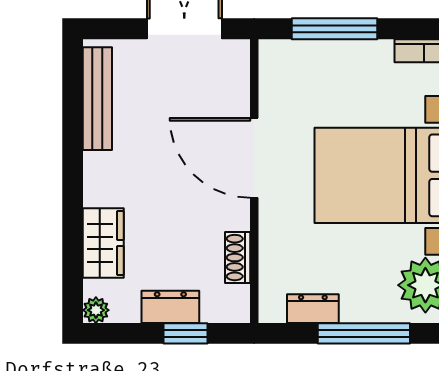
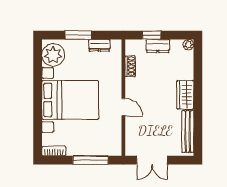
door: (254, 158) -> (123, 107), width x0.53
wardrobe: (103, 243) -> (185, 95), moved
window: (364, 333) -> (78, 35), width x0.69

